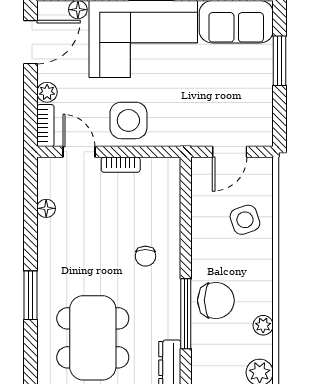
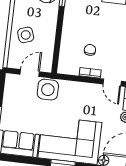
side table: (128, 120) -> (48, 90), moved
chair: (145, 256) -> (90, 50), moved

